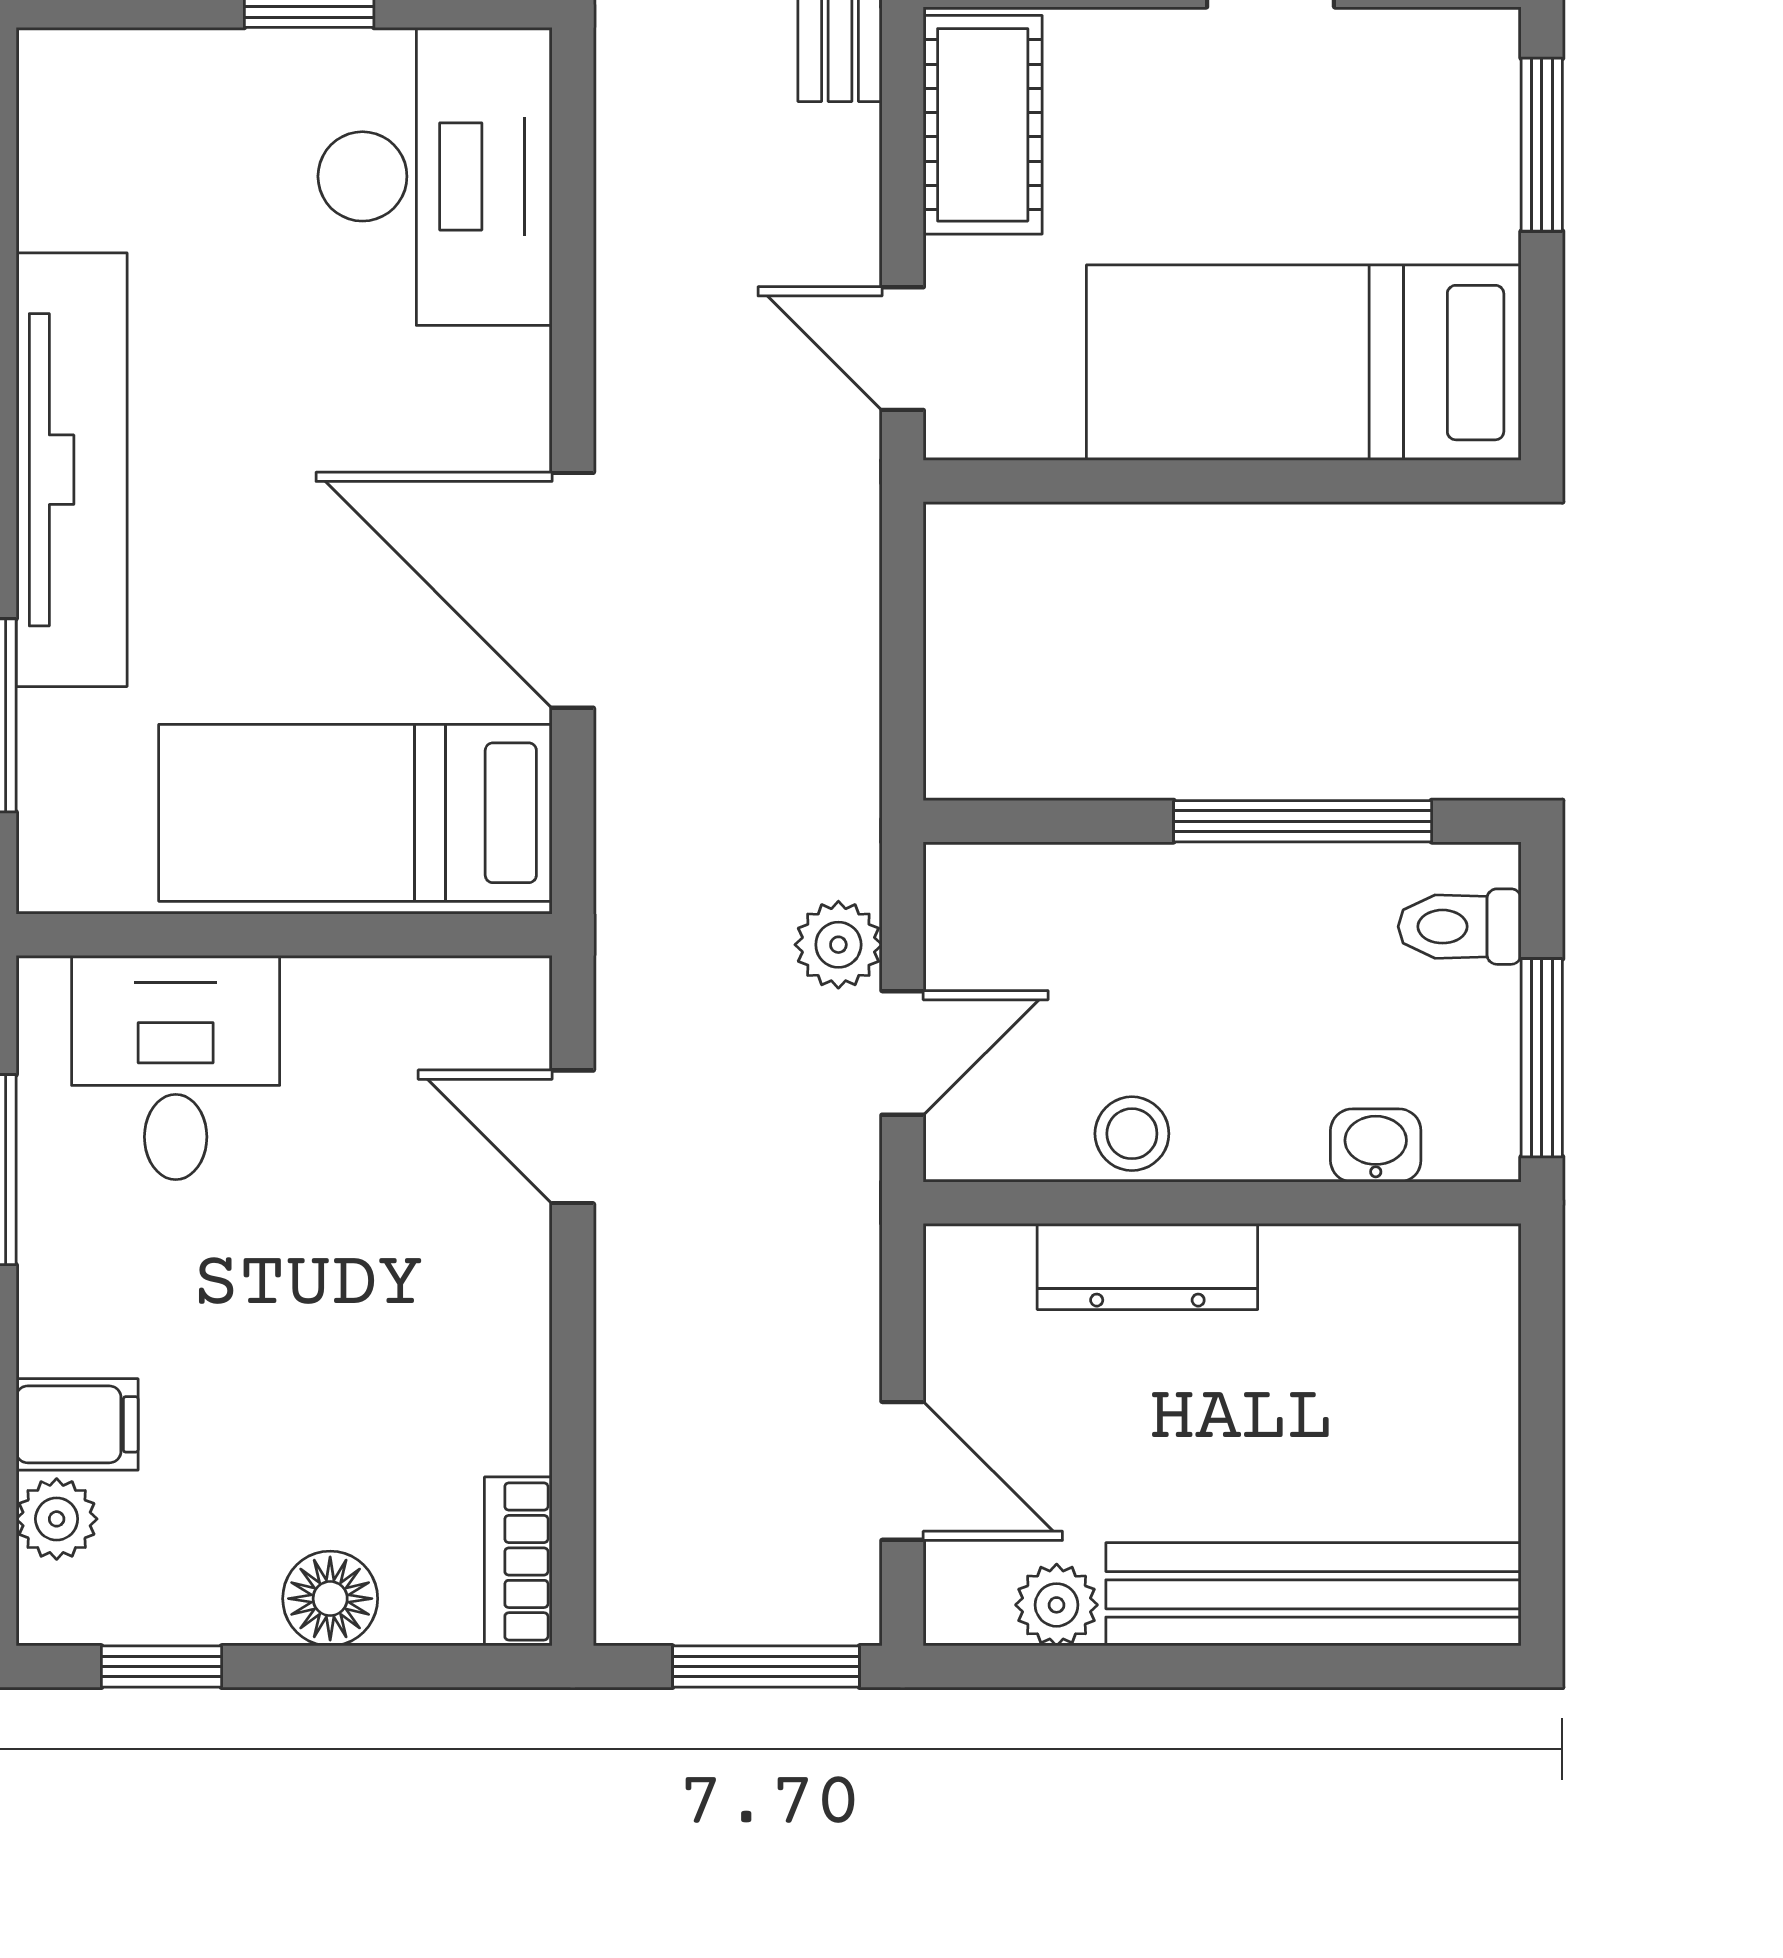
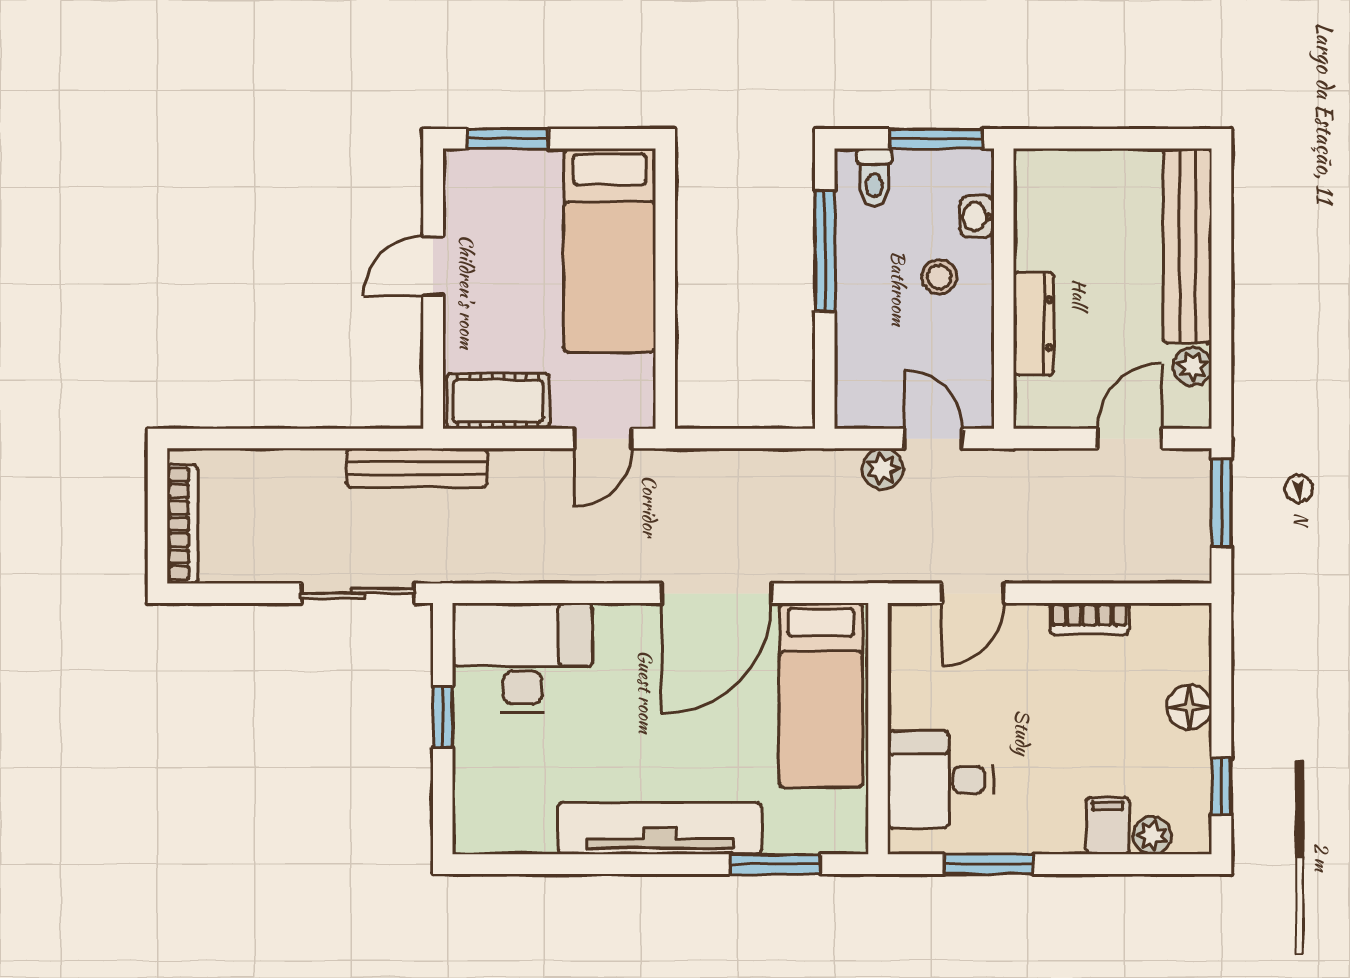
stool: (1132, 1134) -> (939, 277), moved
bookcase: (518, 1561) -> (1089, 619), moved

